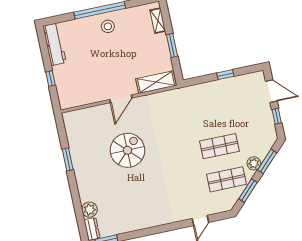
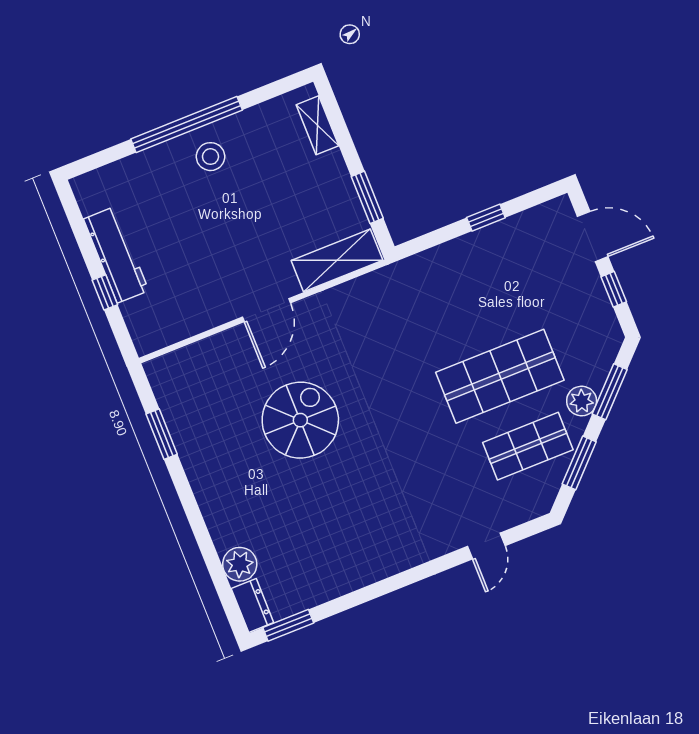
workbench: (54, 44) -> (116, 255), moved
window: (172, 46) -> (367, 197), moved
shop shelf: (219, 146) -> (500, 376), width x1.43, depth x1.36
window: (68, 159) -> (162, 434), moved

